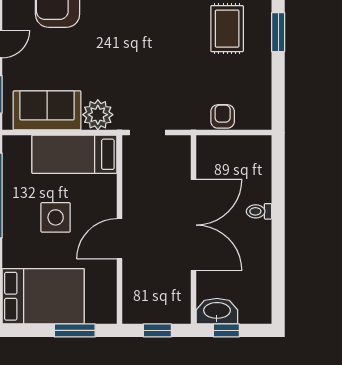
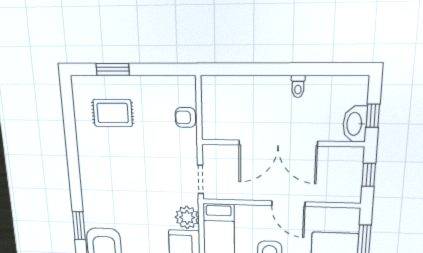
toilet: (259, 211) -> (298, 86), moved
double door: (193, 225) -> (278, 143), swing flipped

